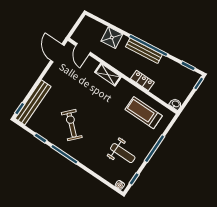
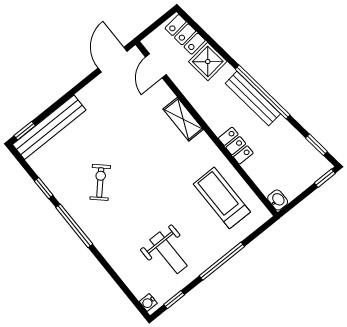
locker: (94, 26) -> (185, 34), added
exercise bike: (72, 125) -> (100, 182), width x0.73, depth x0.72

